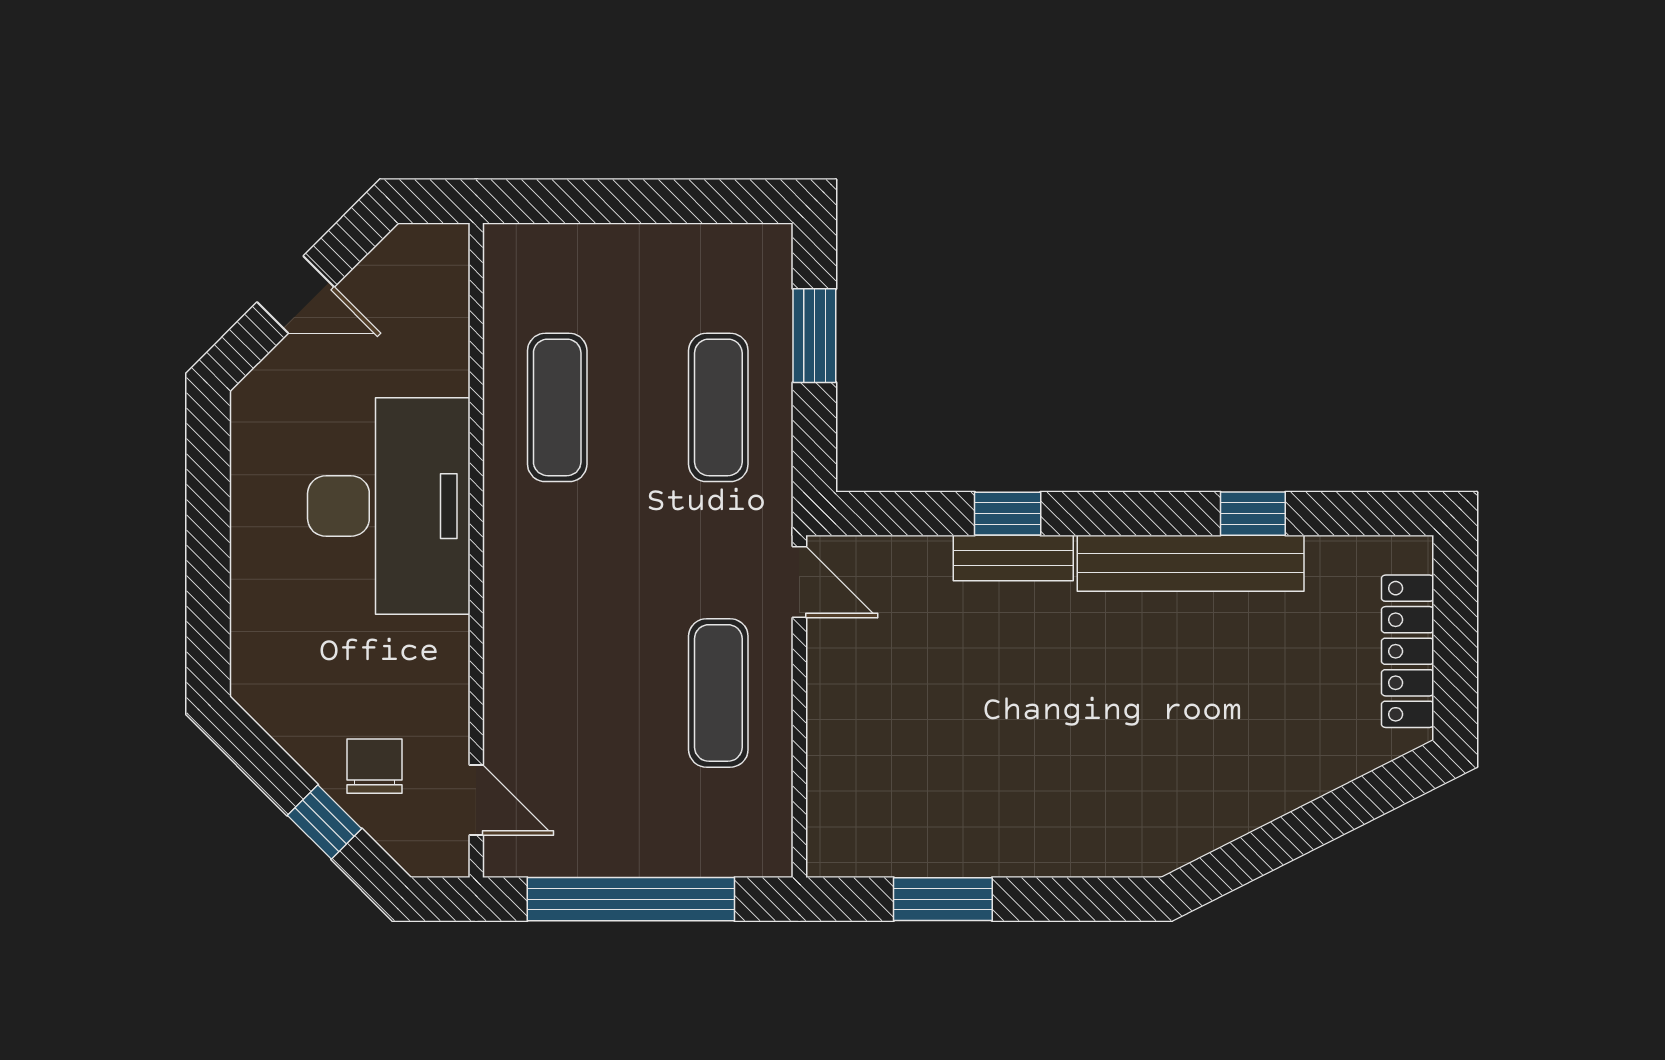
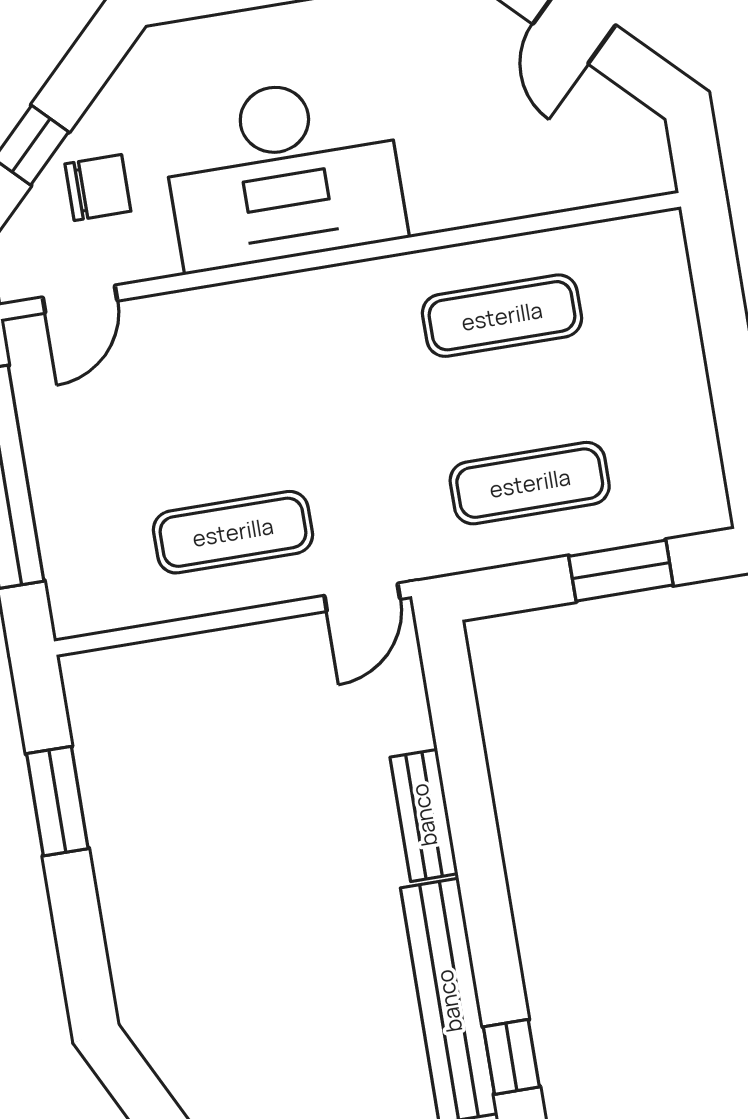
desk: (389, 506) -> (283, 172), moved
window: (1008, 514) -> (469, 802), removed

